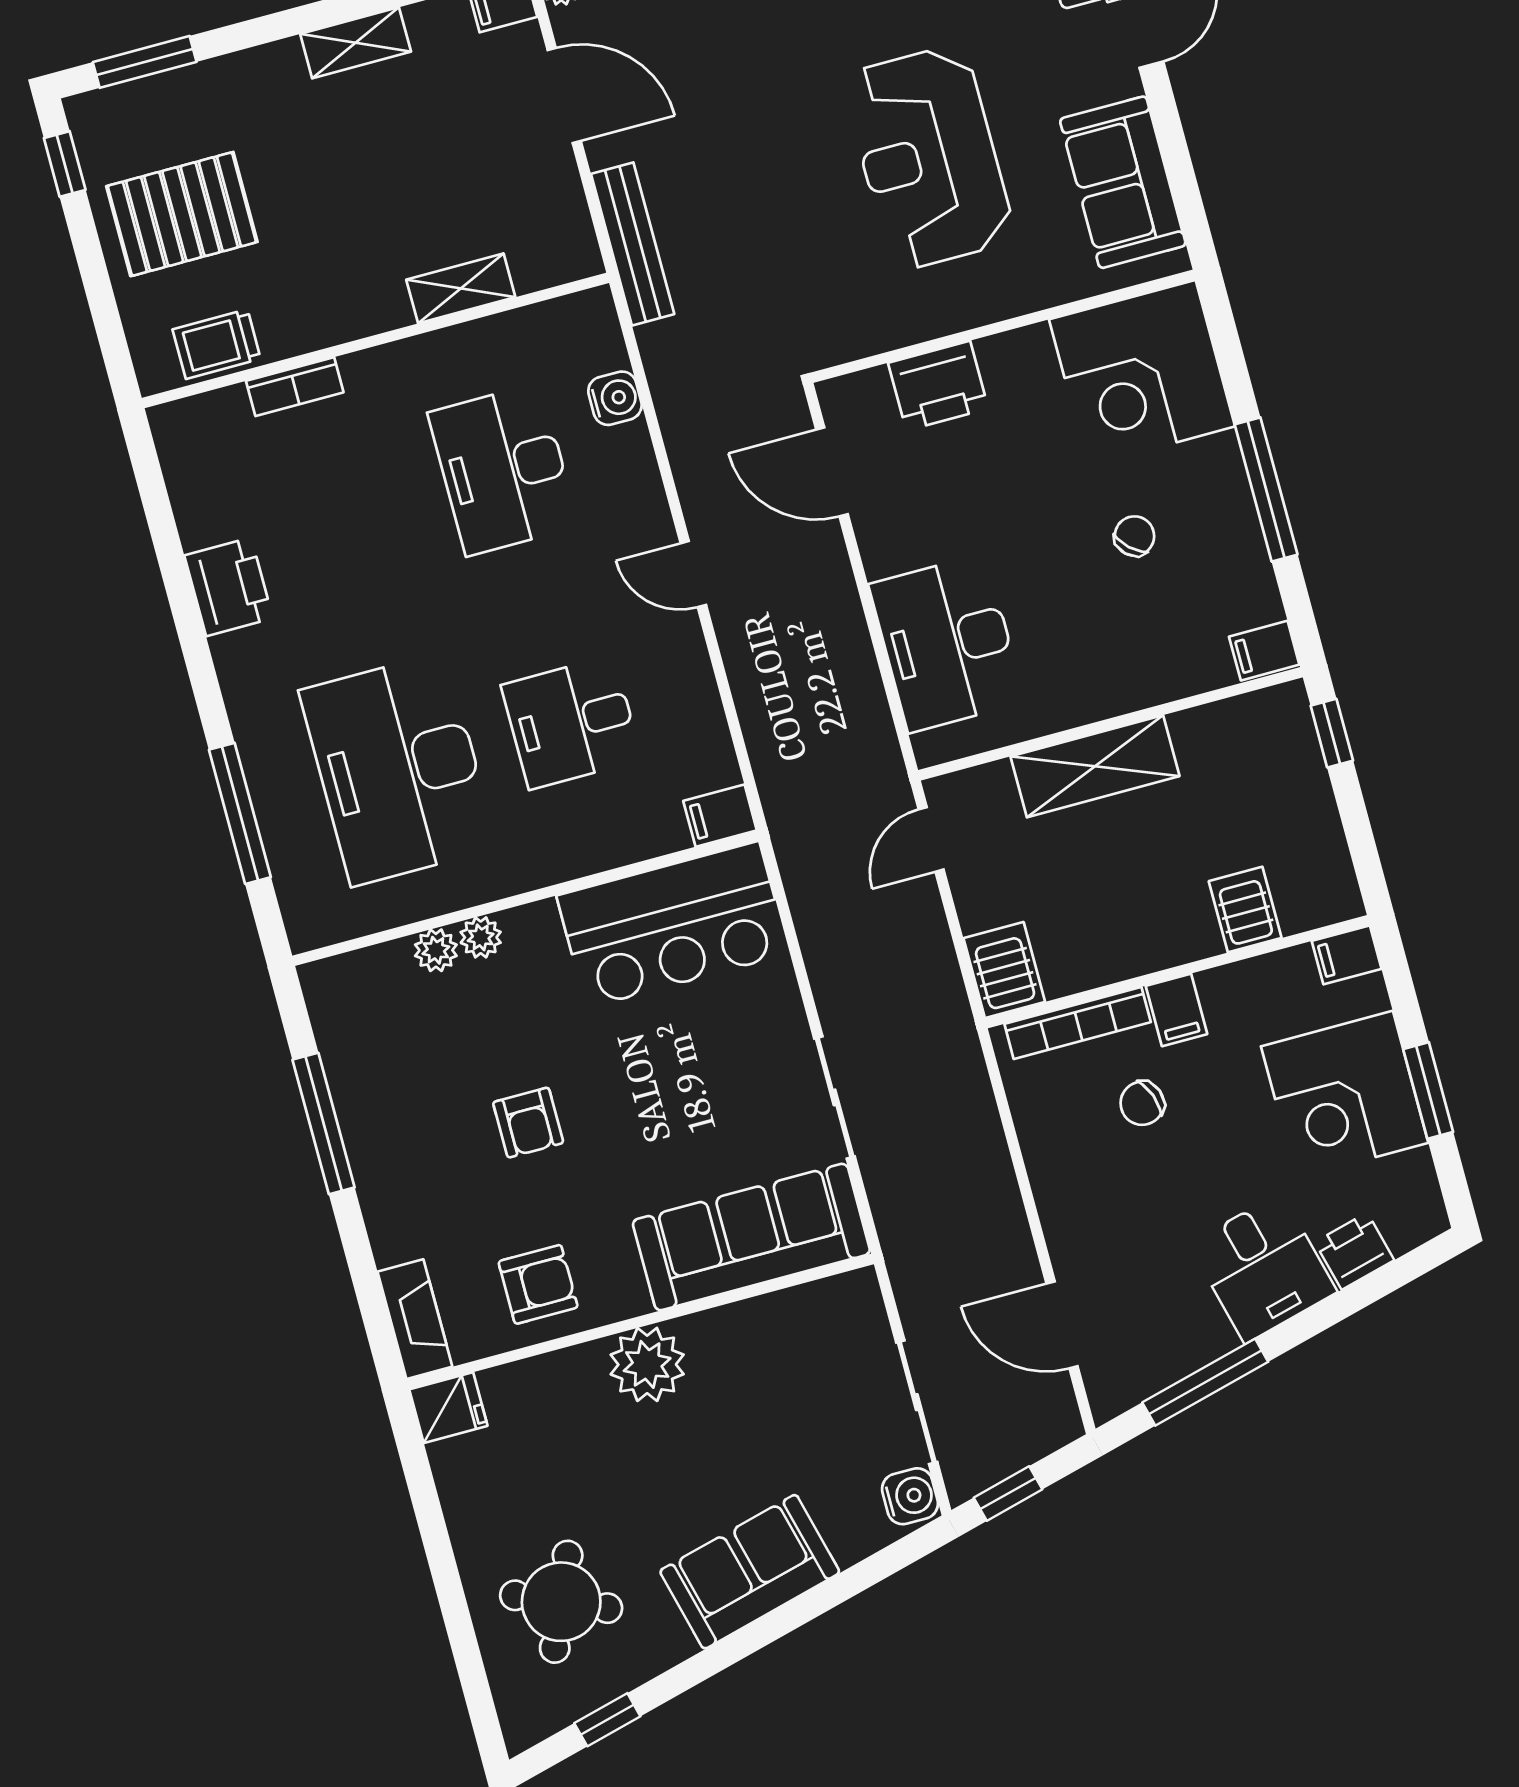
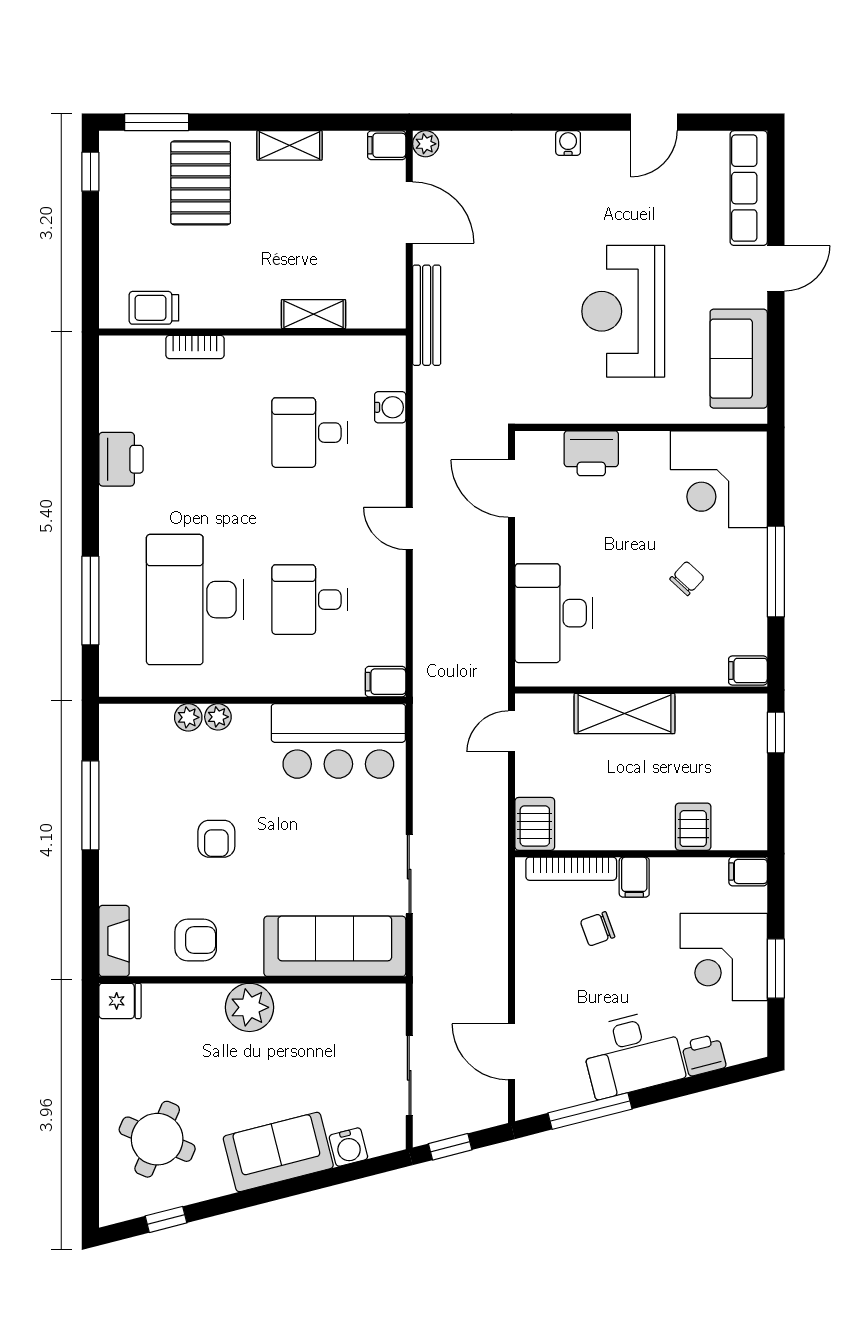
pallet: (182, 214) -> (201, 183), moved, turned 90
desk: (503, 469) -> (309, 433), width x0.73
desk: (1263, 1268) -> (632, 1053), width x1.37
water cooler: (910, 1496) -> (348, 1147), moved, turned 76

